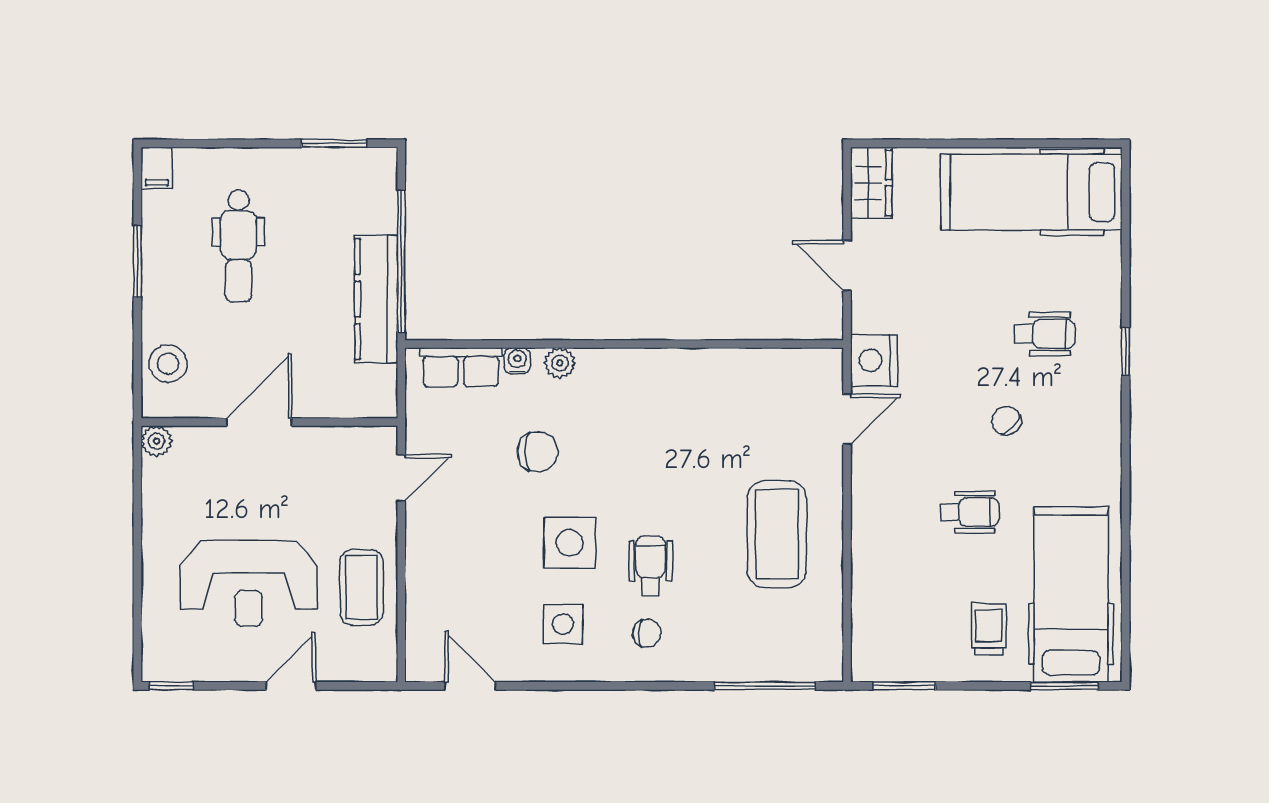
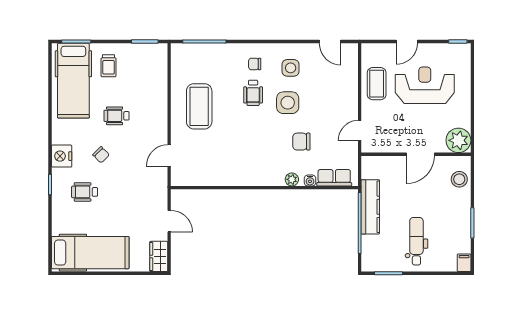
dental chair: (239, 246) -> (416, 241), moved
nightstand: (874, 360) -> (62, 156), moved, turned 180
plant: (157, 441) -> (458, 140), width x1.88, depth x1.88

